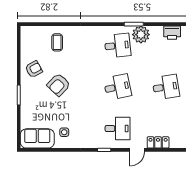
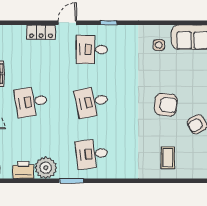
plant: (141, 35) -> (46, 168), moved
armchair: (59, 85) -> (166, 105), turned 52

